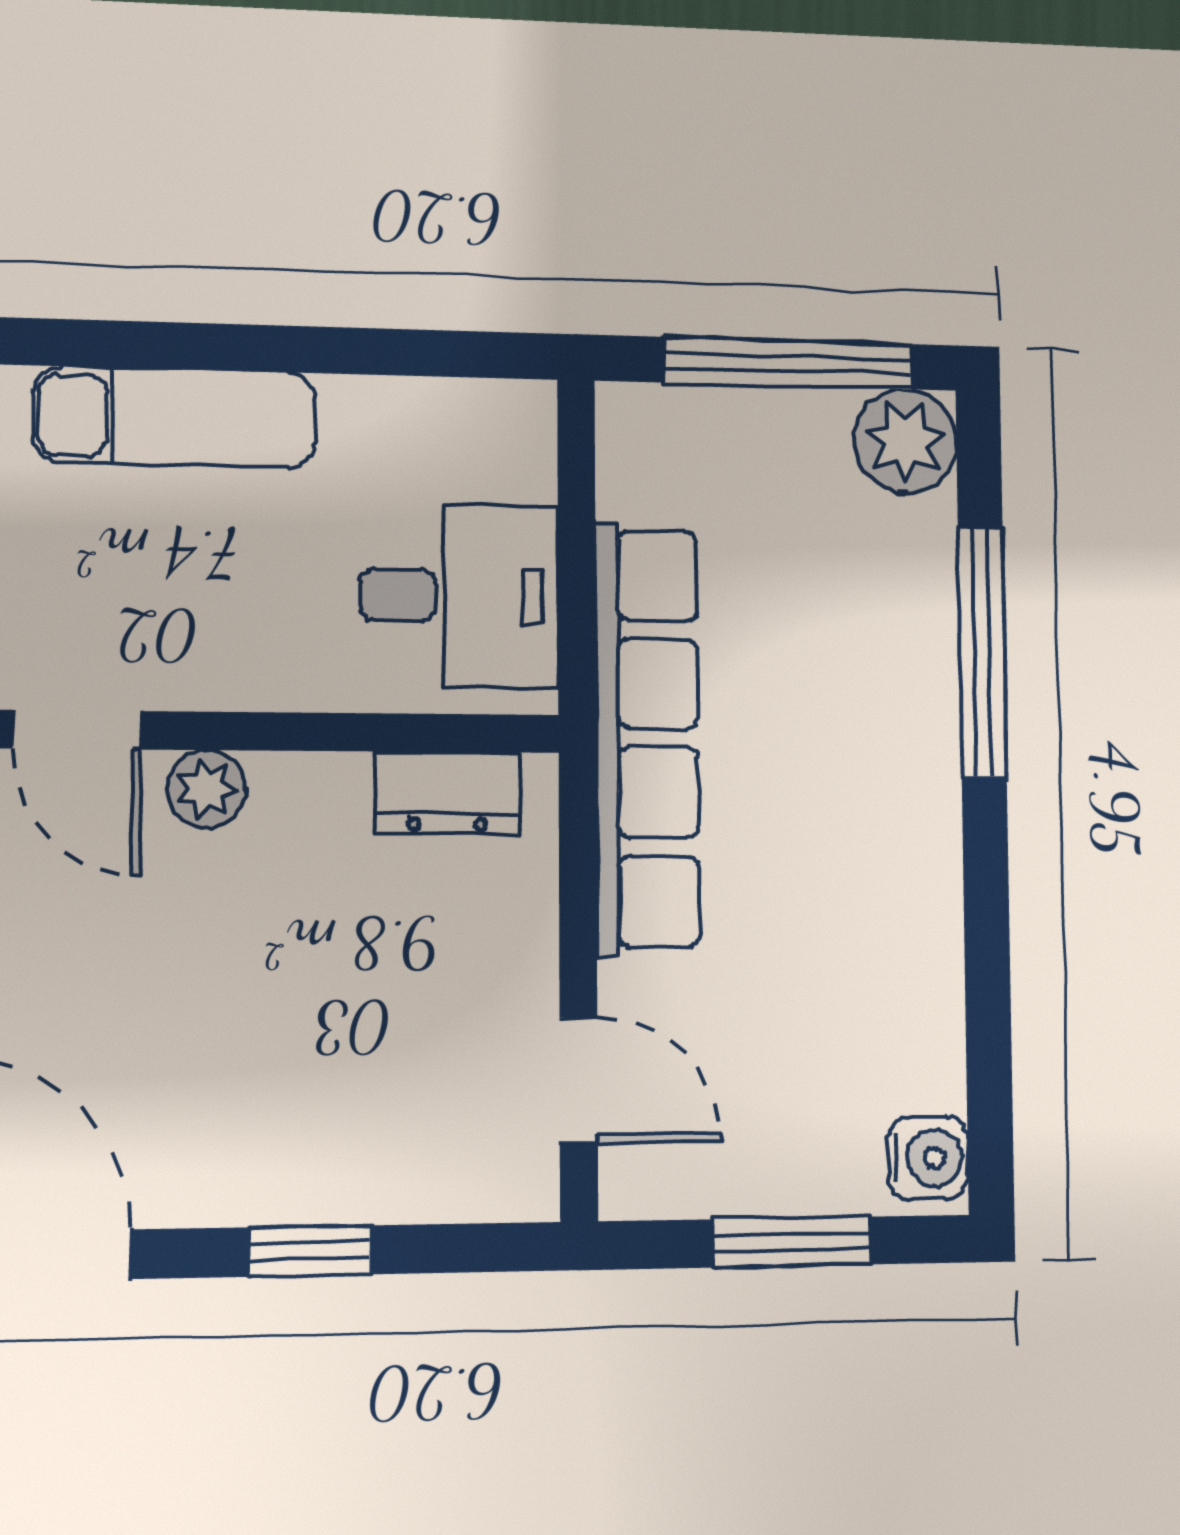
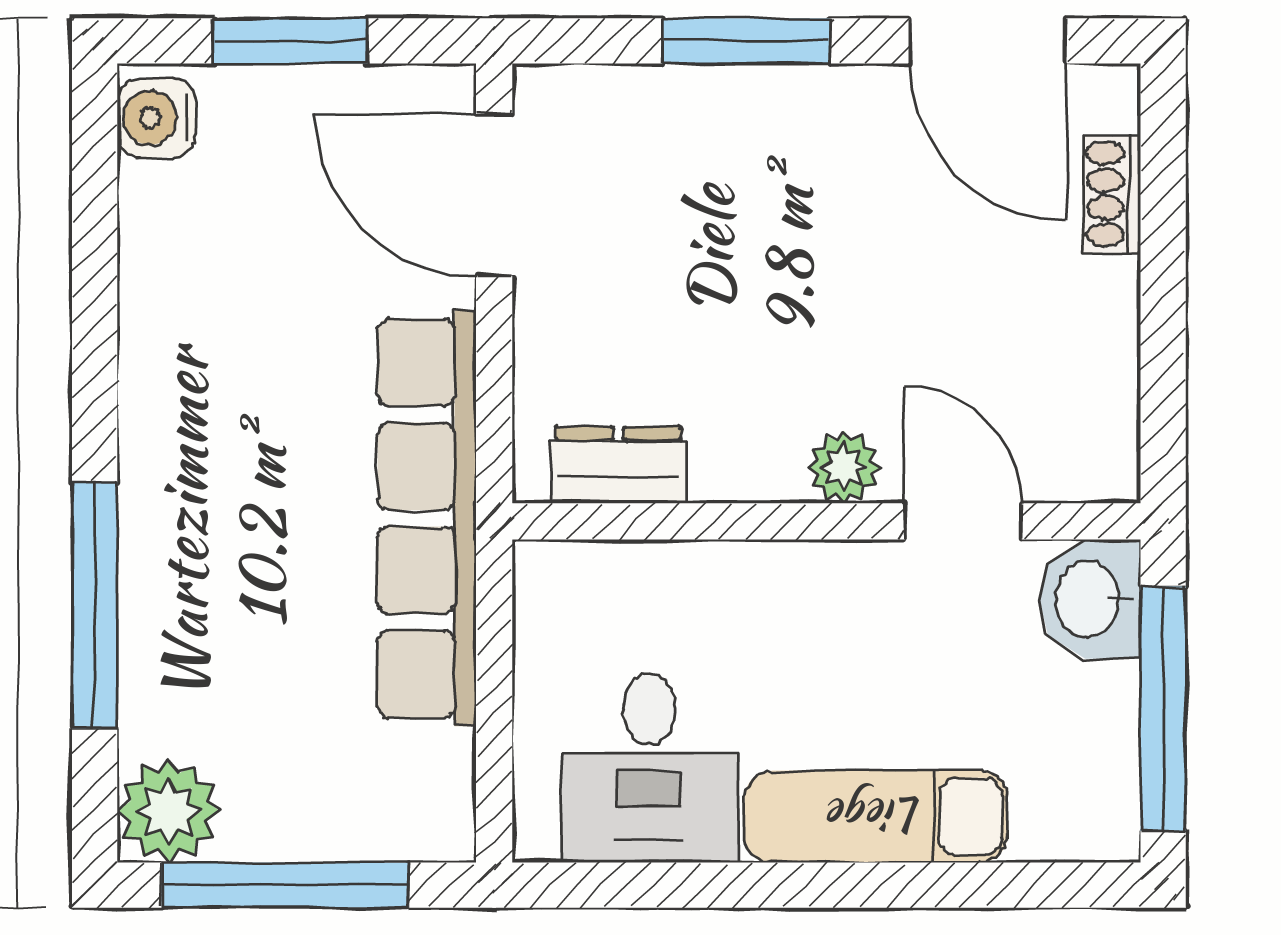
desk: (460, 596) -> (650, 768), moved, turned -90
door: (579, 1080) -> (494, 195), width x1.37
window: (310, 1251) -> (746, 41), width x1.50

